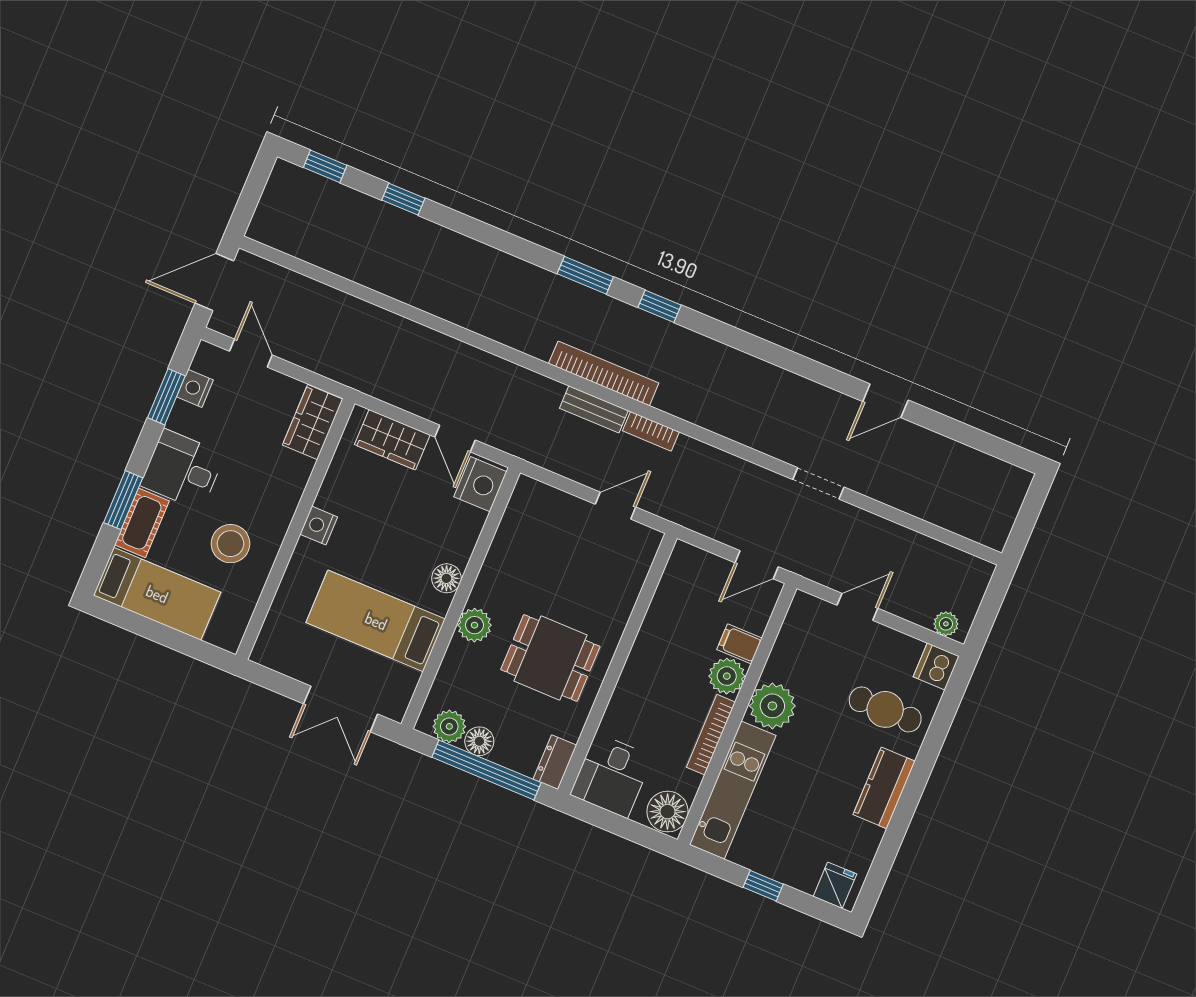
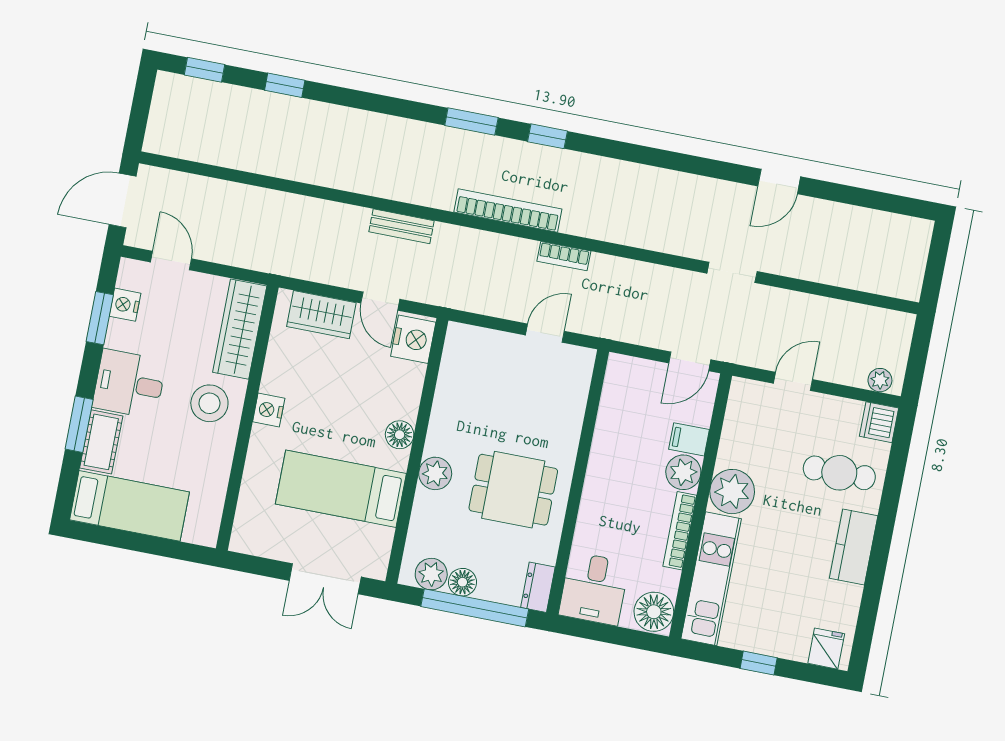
bench: (594, 409) -> (401, 226), moved
wardrobe: (313, 422) -> (240, 329), width x1.50
stool: (230, 544) -> (209, 403), moved

